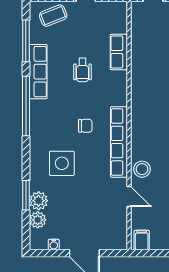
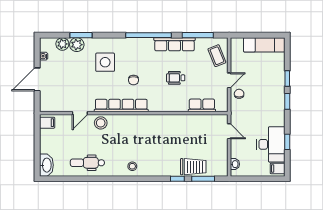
row of seats: (119, 52) -> (202, 105), moved

